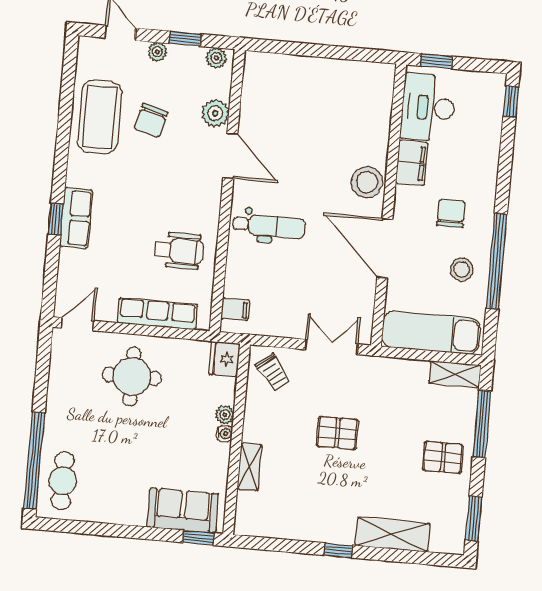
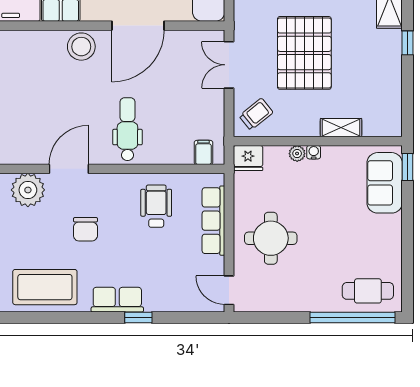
plant: (215, 113) -> (28, 190), width x1.36, depth x1.36
chair: (151, 120) -> (85, 229), moved, turned 75
row of seats: (76, 218) -> (117, 300), moved
pallet: (337, 433) -> (304, 53), width x2.05, depth x2.00

